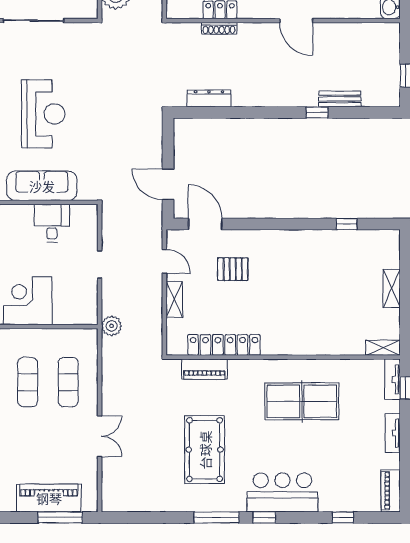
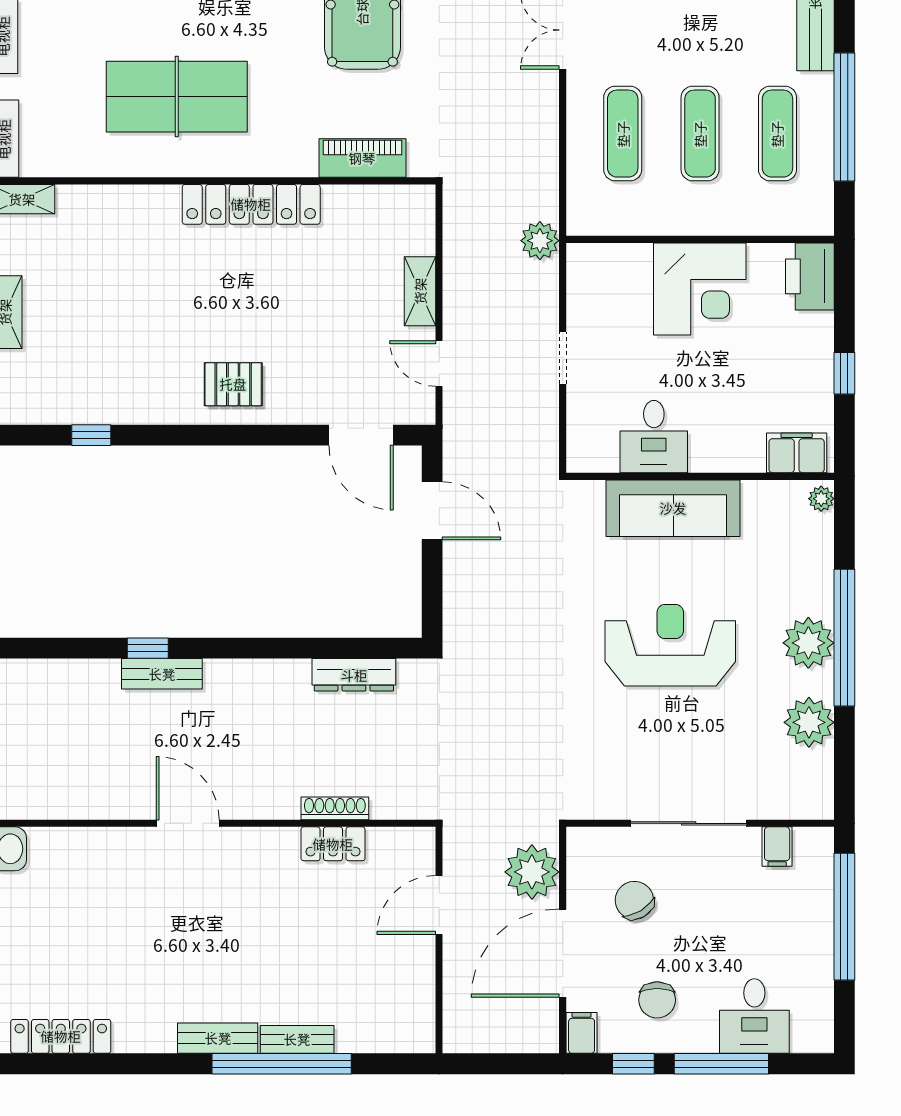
bench: (340, 99) -> (162, 674), moved
reception desk: (43, 114) -> (670, 645), turned 90
pallet: (233, 269) -> (233, 384), moved
locker: (224, 345) -> (251, 204), moved

